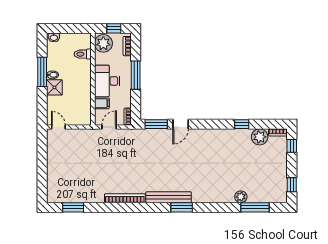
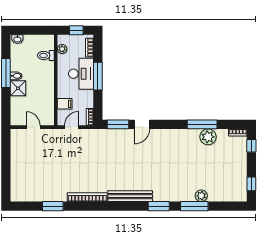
plant: (103, 43) -> (62, 49), width x0.53, depth x0.53
desk: (107, 81) -> (81, 74), moved, turned 180
window: (242, 124) -> (202, 124), width x2.17
door: (58, 127) -> (33, 127), moved
plant: (260, 137) -> (208, 137), moved
window: (73, 207) -> (53, 206), moved
window: (182, 207) -> (159, 206), moved
window: (255, 207) -> (194, 206), moved

